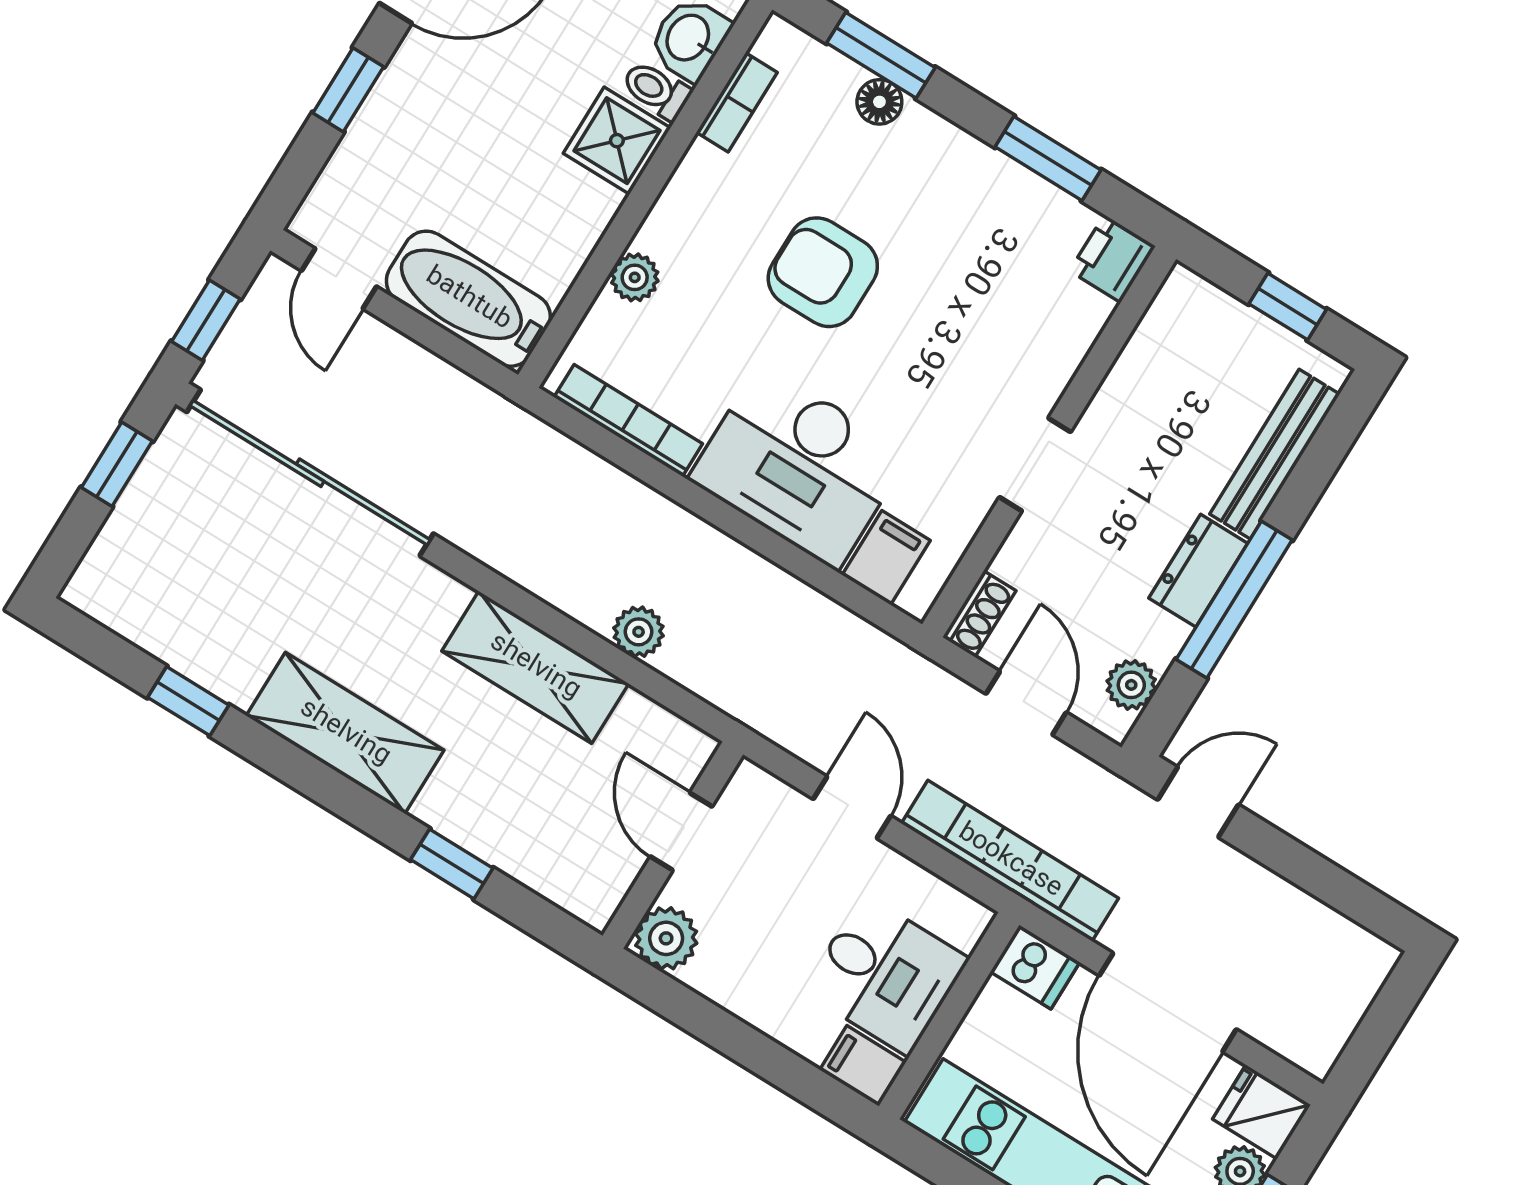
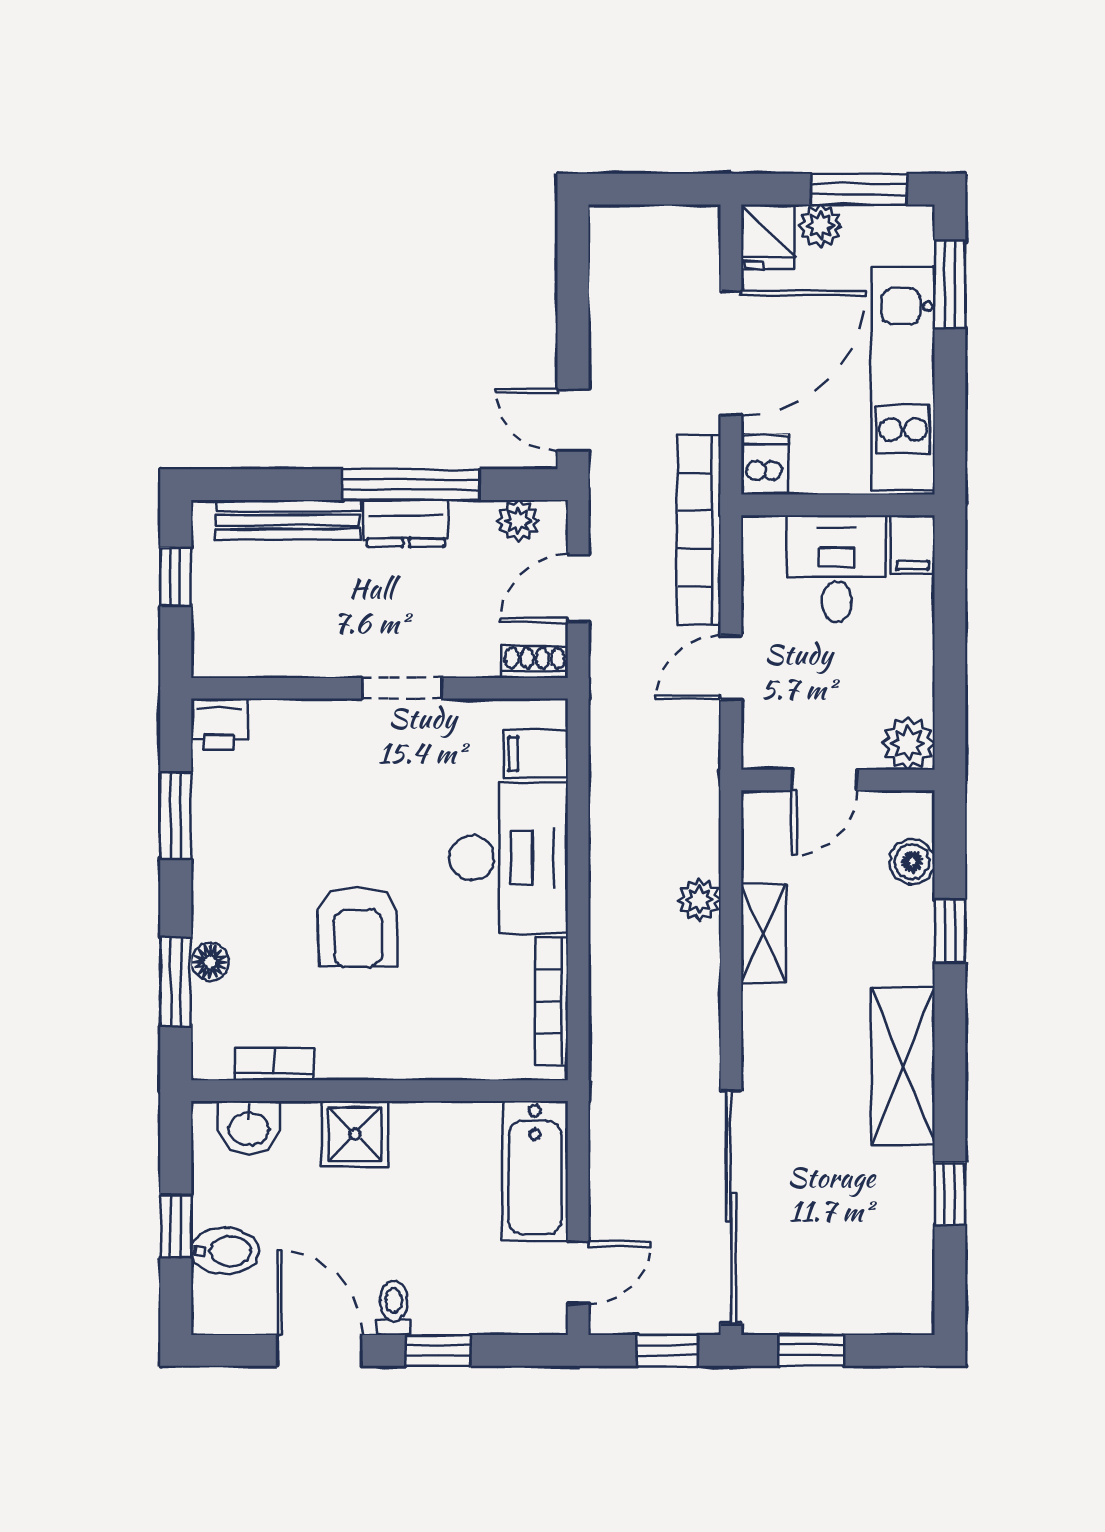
toilet: (656, 90) -> (394, 1308), moved, turned 180
plant: (635, 277) -> (446, 1060), removed
shelving: (535, 667) -> (764, 933), width x0.67, depth x0.75
boiler: (545, 869) -> (912, 862), added

